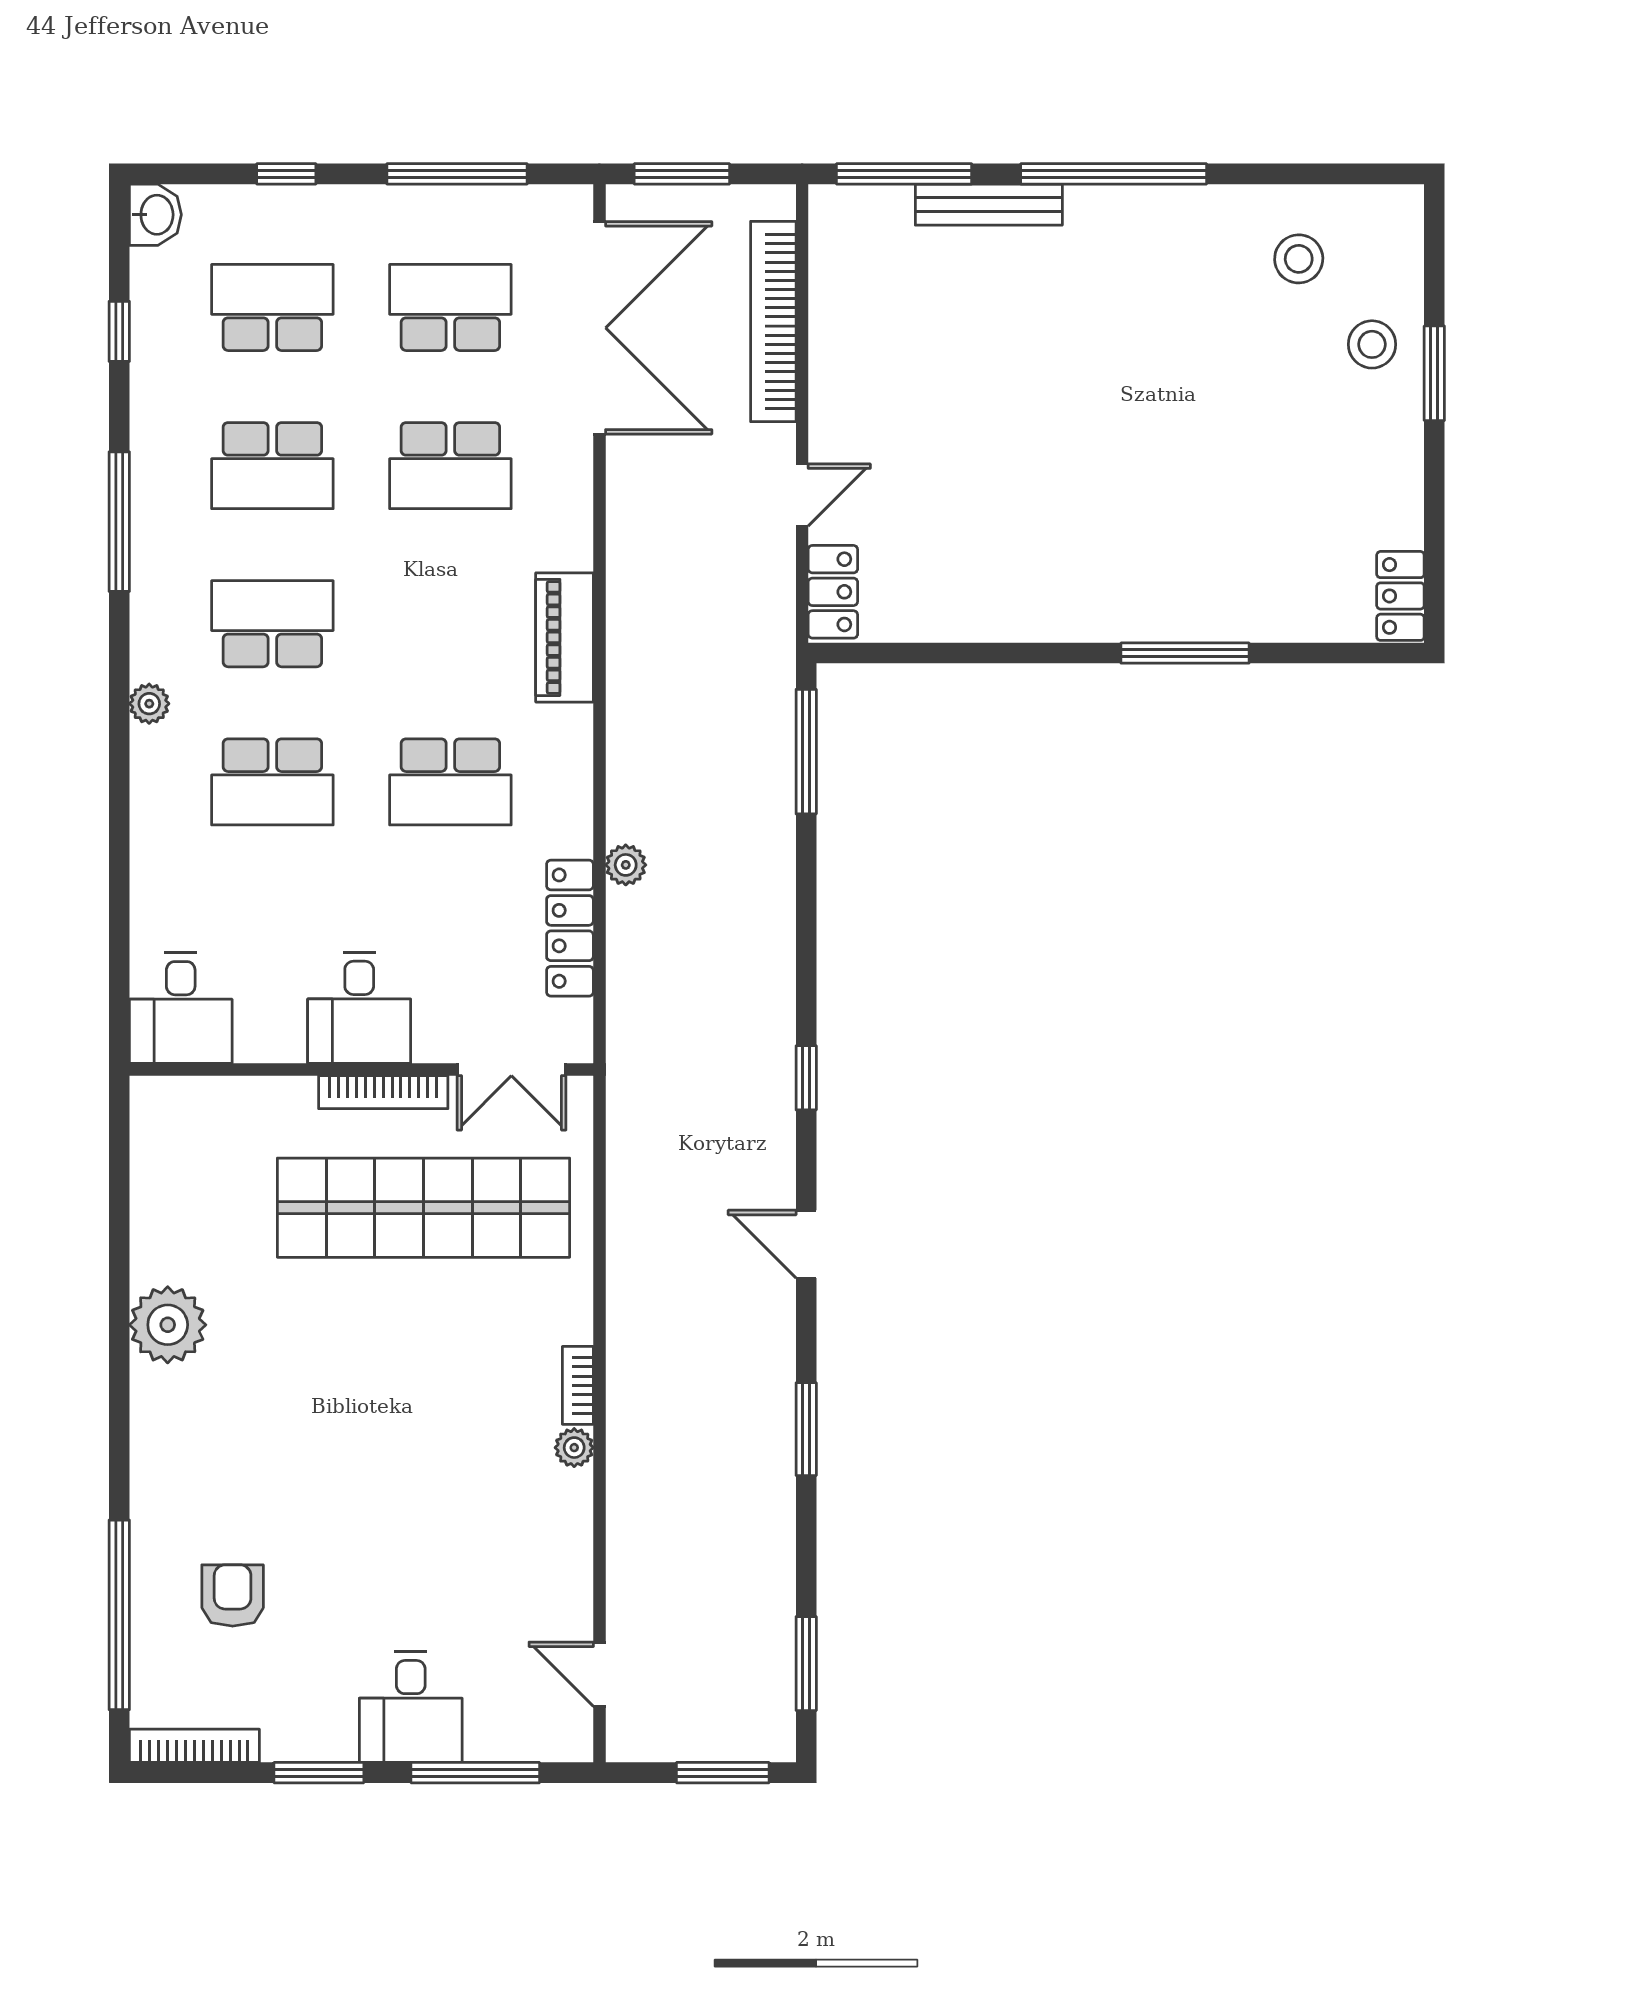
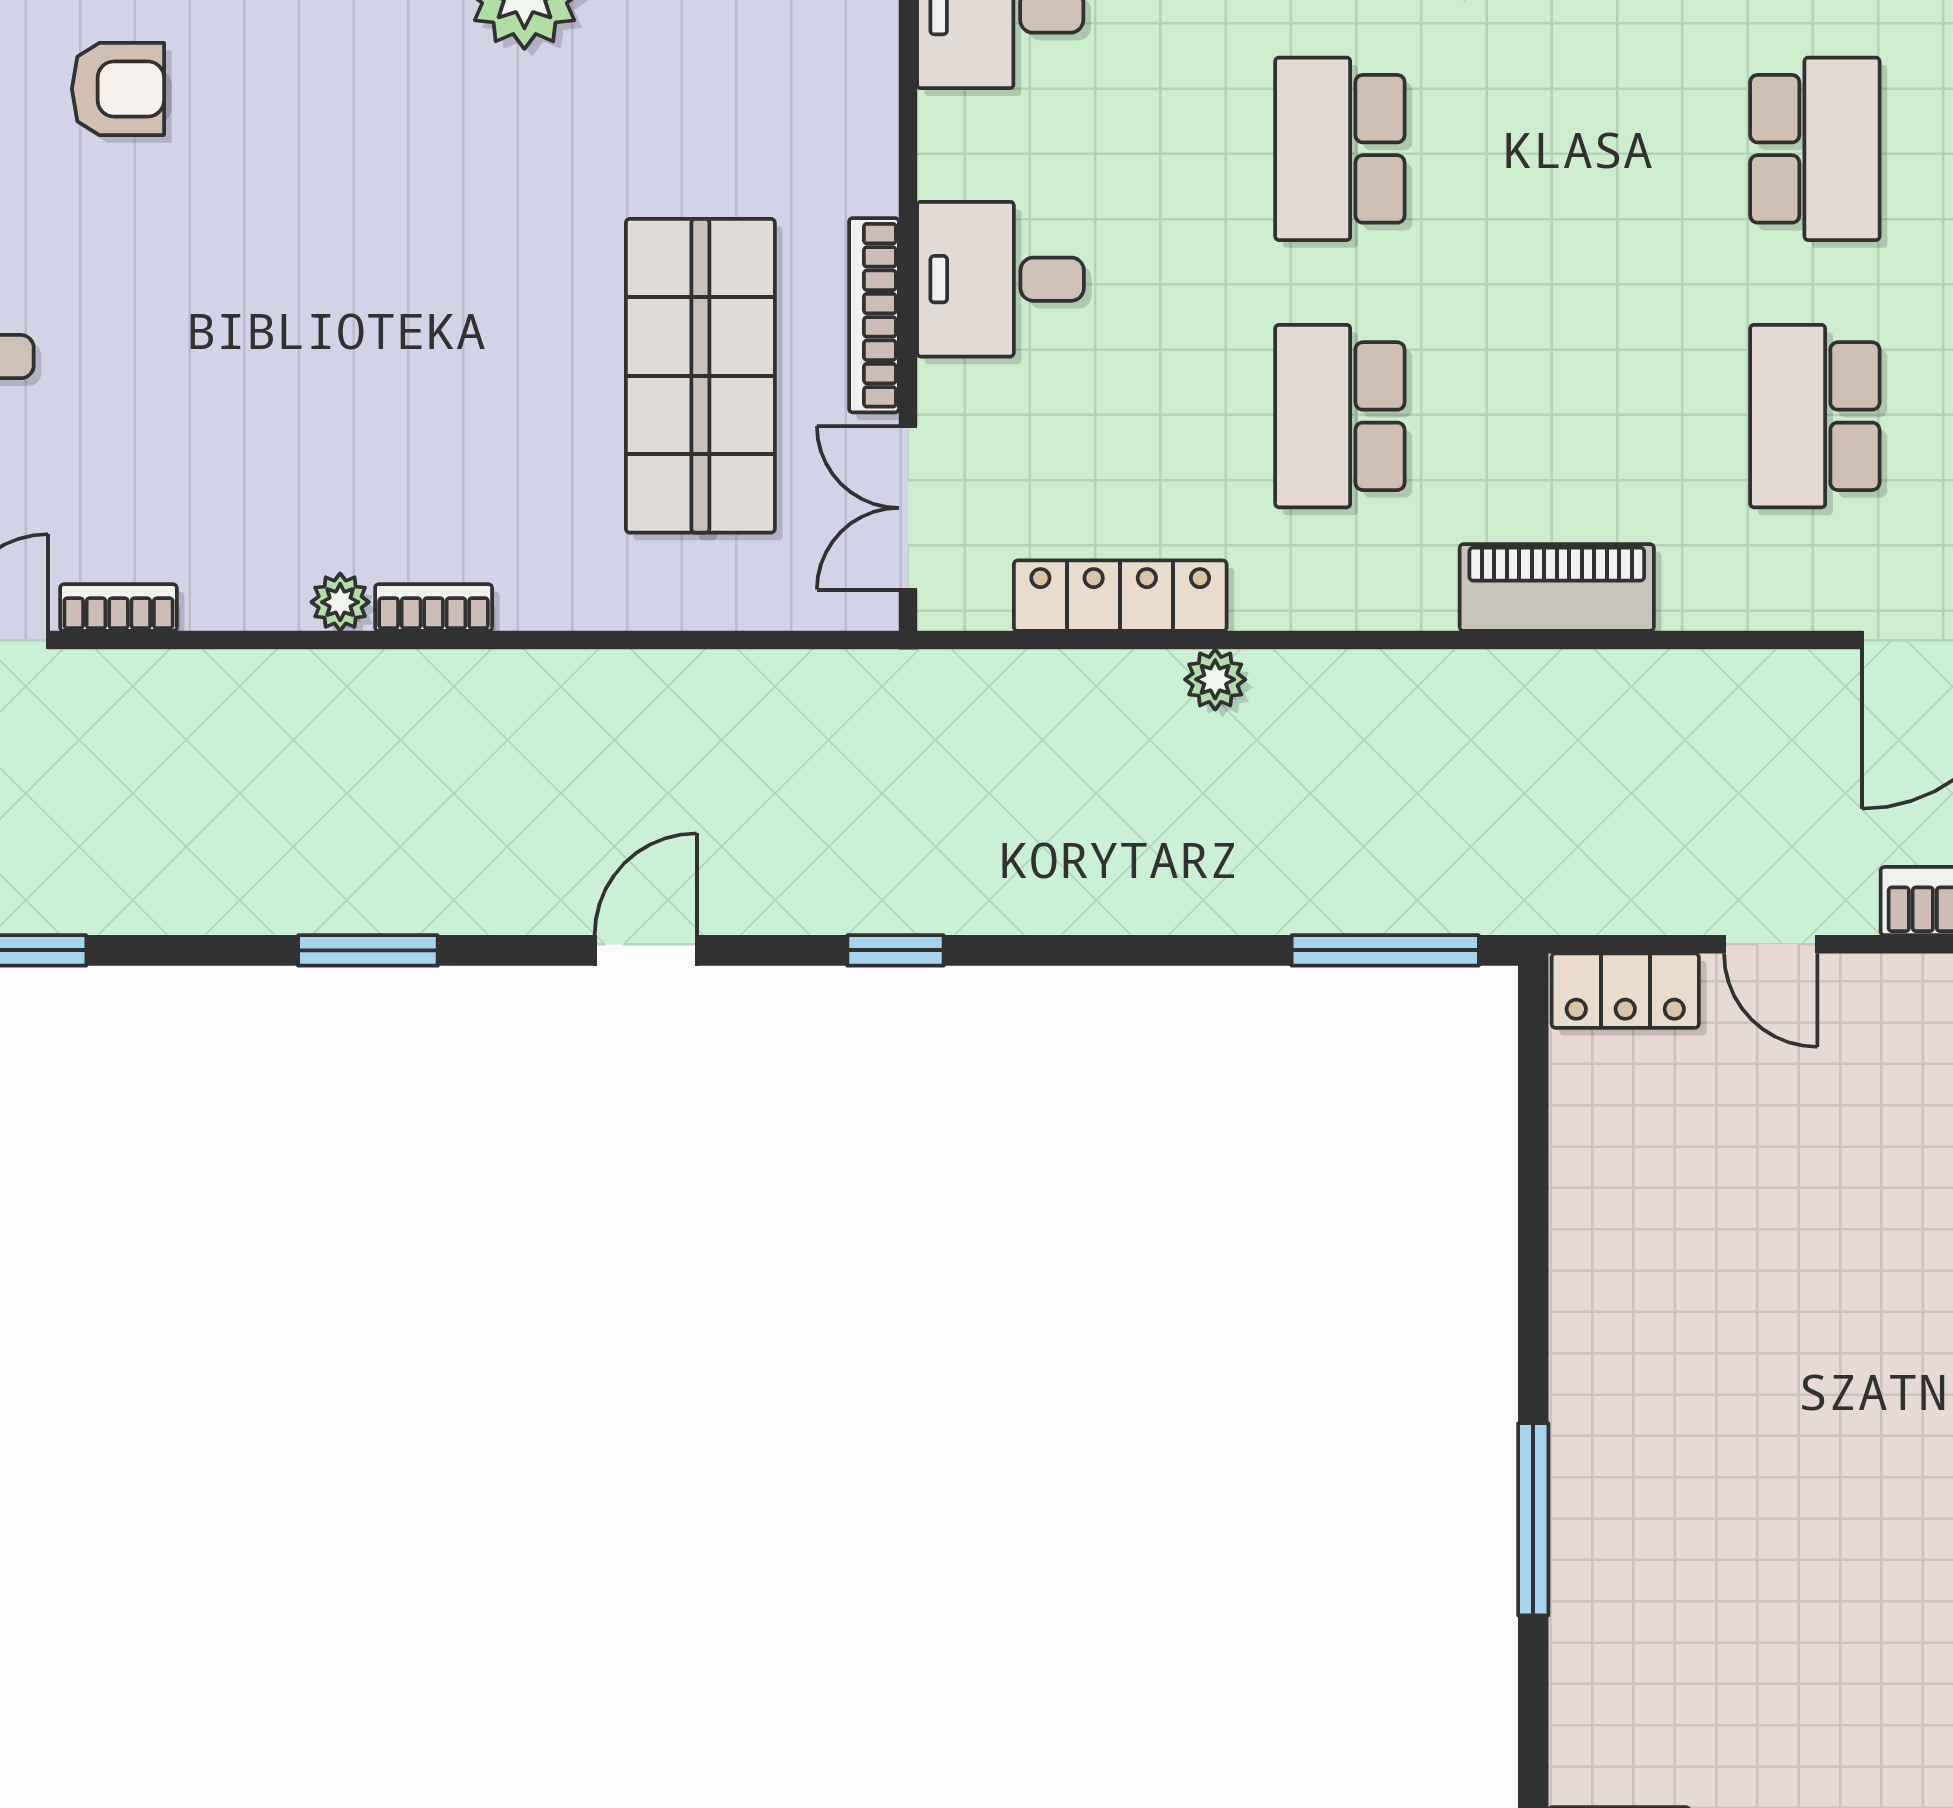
school desk: (272, 466) -> (1815, 149), turned 180
school desk: (272, 624) -> (1577, 149), removed
shop shelf: (424, 1208) -> (700, 376), width x0.71
bookcase: (578, 1595) -> (118, 608), added

